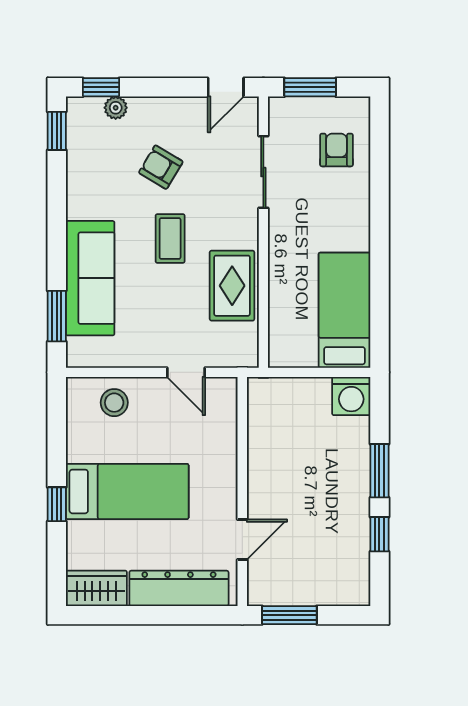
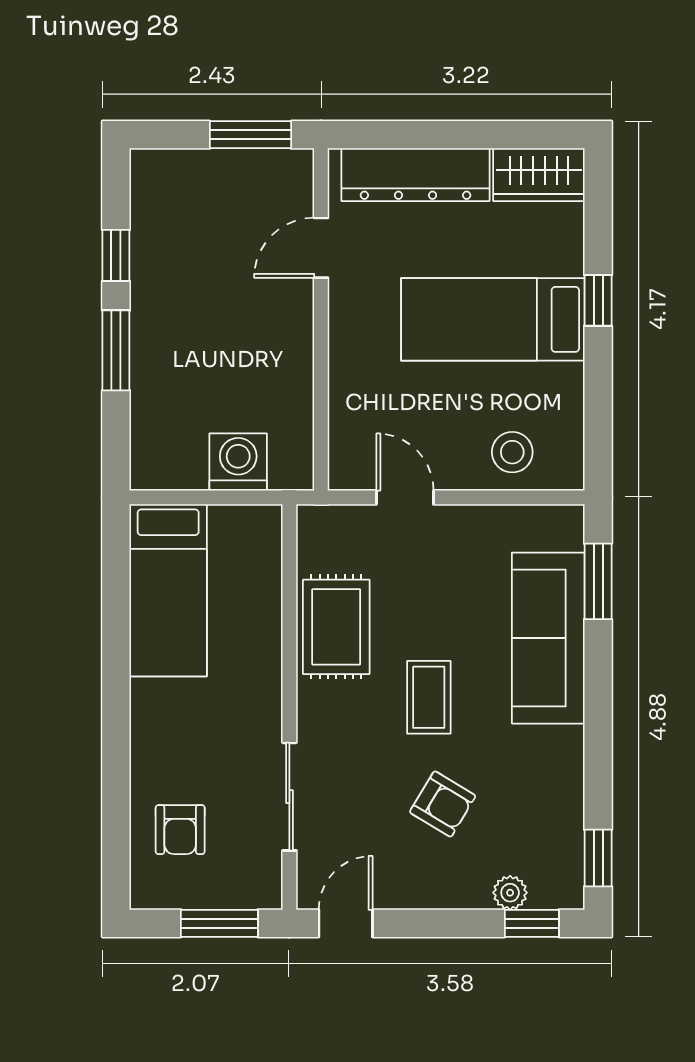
washing machine: (351, 396) -> (238, 462), moved

